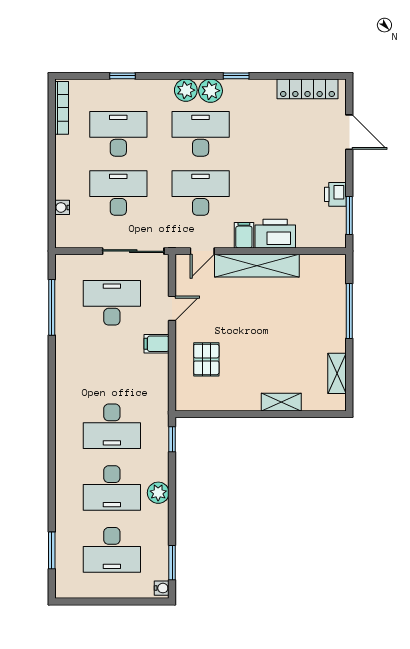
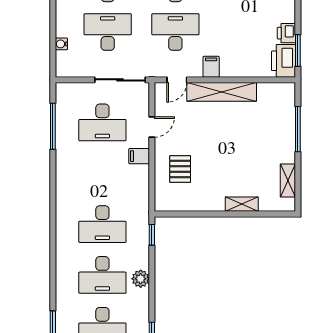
printer: (275, 234) -> (283, 61), moved, turned -90
desk: (112, 303) -> (102, 122), turned 180

